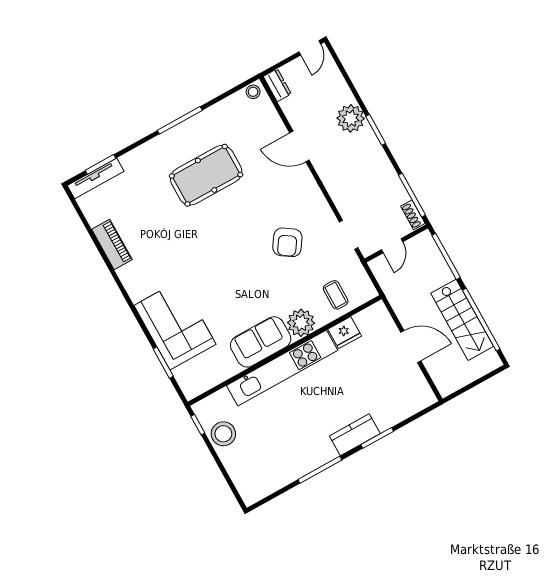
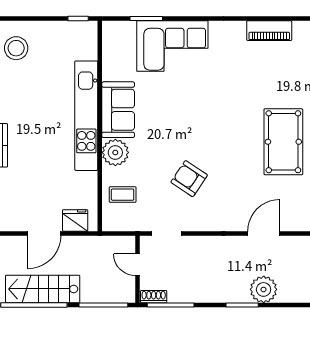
fridge: (345, 333) -> (75, 220), moved, turned 90
stool: (223, 434) -> (16, 48), moved

